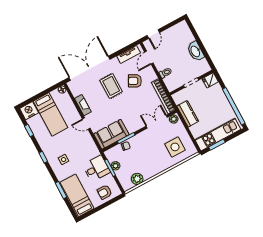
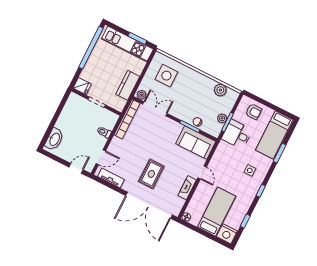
washbasin: (196, 51) -> (54, 139), moved
armchair: (135, 81) -> (131, 155), removed
double door: (157, 122) -> (155, 109), swing flipped

